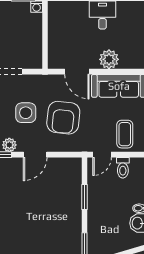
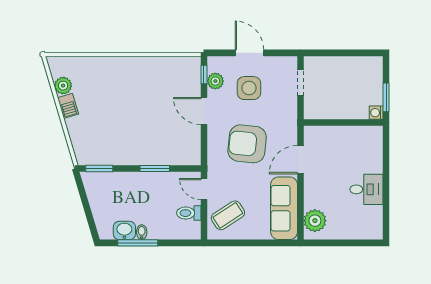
plant: (109, 59) -> (315, 221), moved
side table: (26, 113) -> (249, 88), moved
coffee table: (125, 134) -> (228, 215), turned -33

